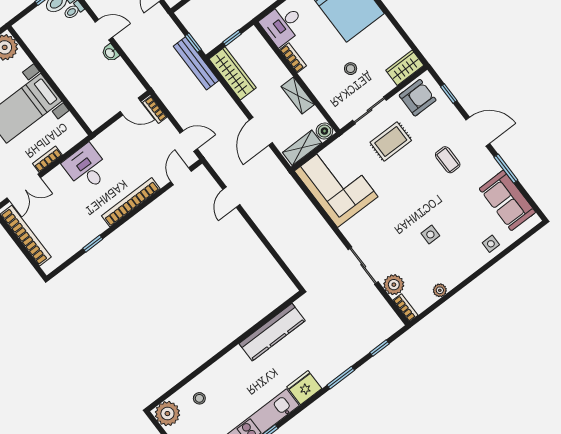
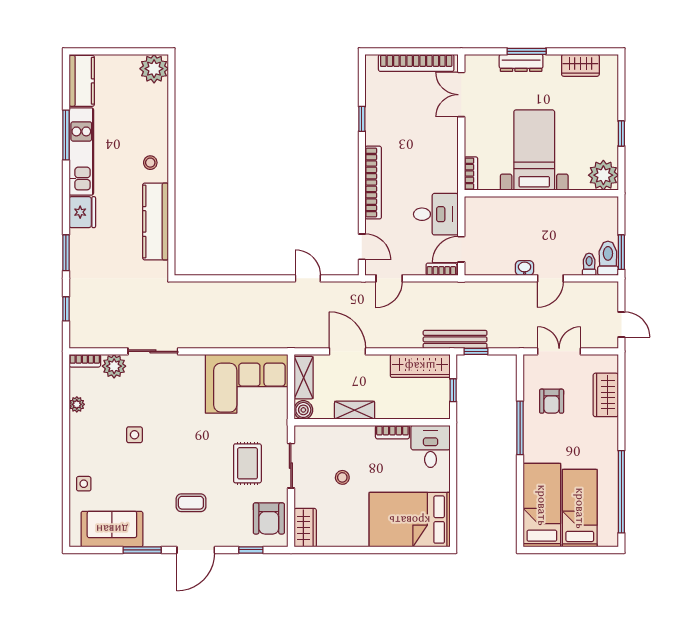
bookcase: (47, 159) -> (471, 174), moved
desk: (86, 168) -> (436, 214), moved
stool: (199, 398) -> (150, 163), moved

